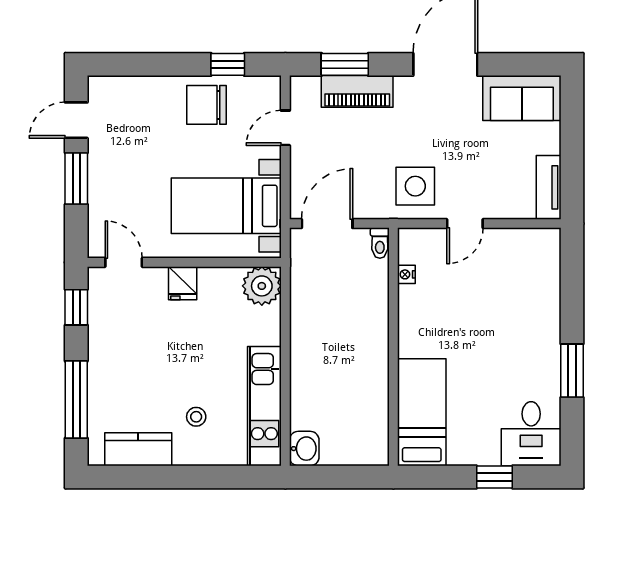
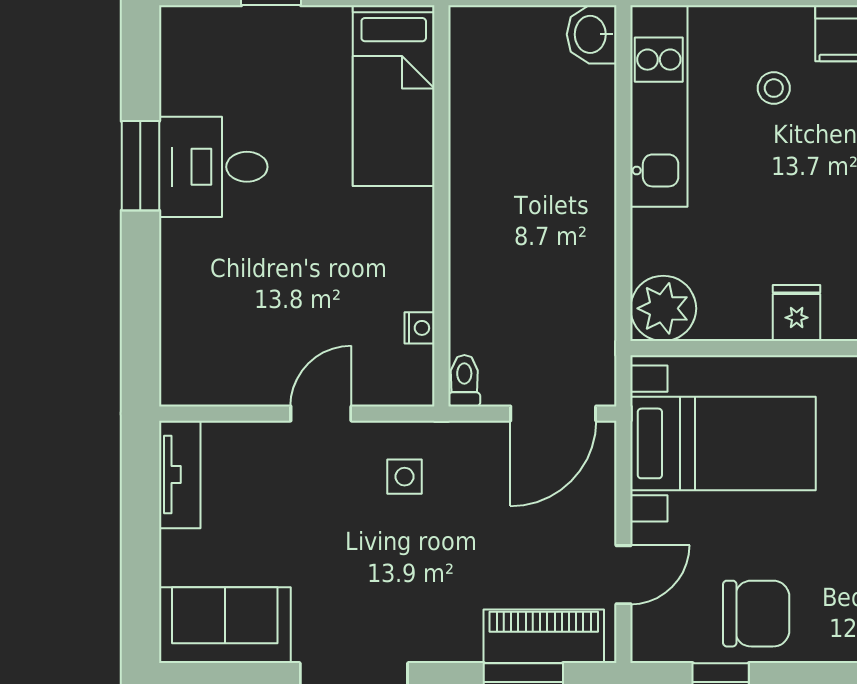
piano: (357, 91) -> (544, 636), moved
side table: (415, 186) -> (405, 477), width x0.54, depth x0.54
desk: (531, 434) -> (213, 167), moved, turned -90

